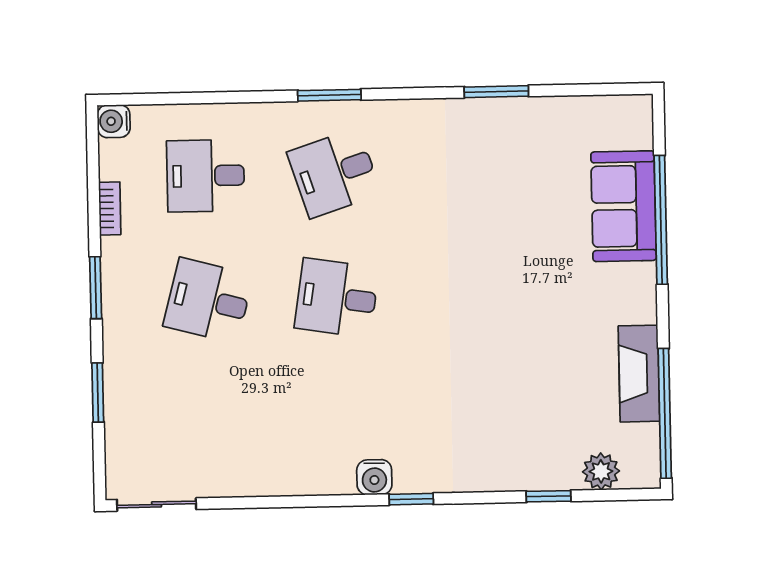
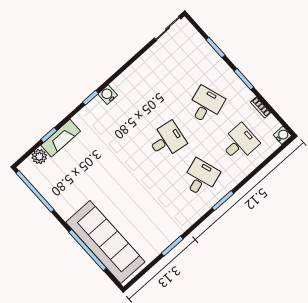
sofa: (624, 206) -> (105, 242), width x1.85, depth x1.27
desk: (208, 301) -> (206, 105), turned -33
fireplace: (639, 374) -> (61, 138), moved, turned 90

